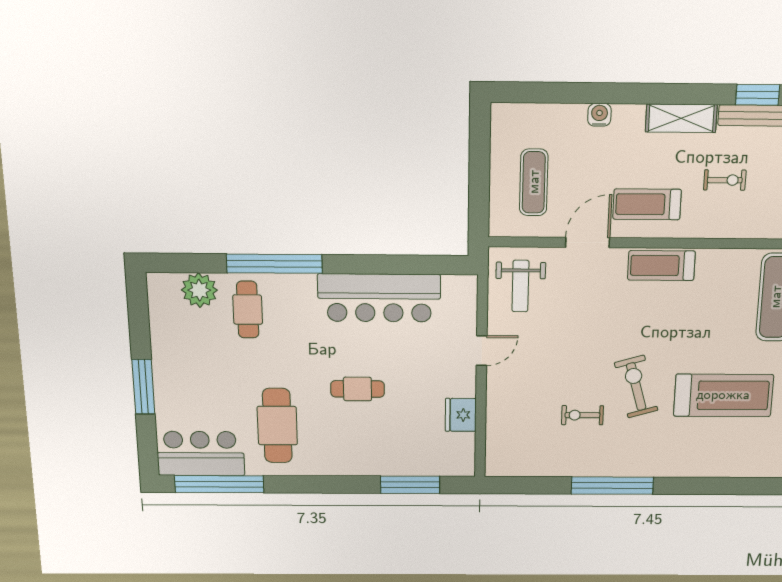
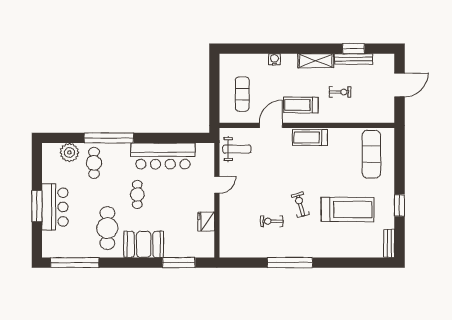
weight bench: (520, 286) -> (237, 149), turned -90
exercise bike: (636, 387) -> (300, 205), width x0.73, depth x0.72
cafe table: (357, 389) -> (137, 194), moved, turned 90
bar counter: (201, 454) -> (55, 207), moved, turned 90
booth: (345, 454) -> (144, 244), added

